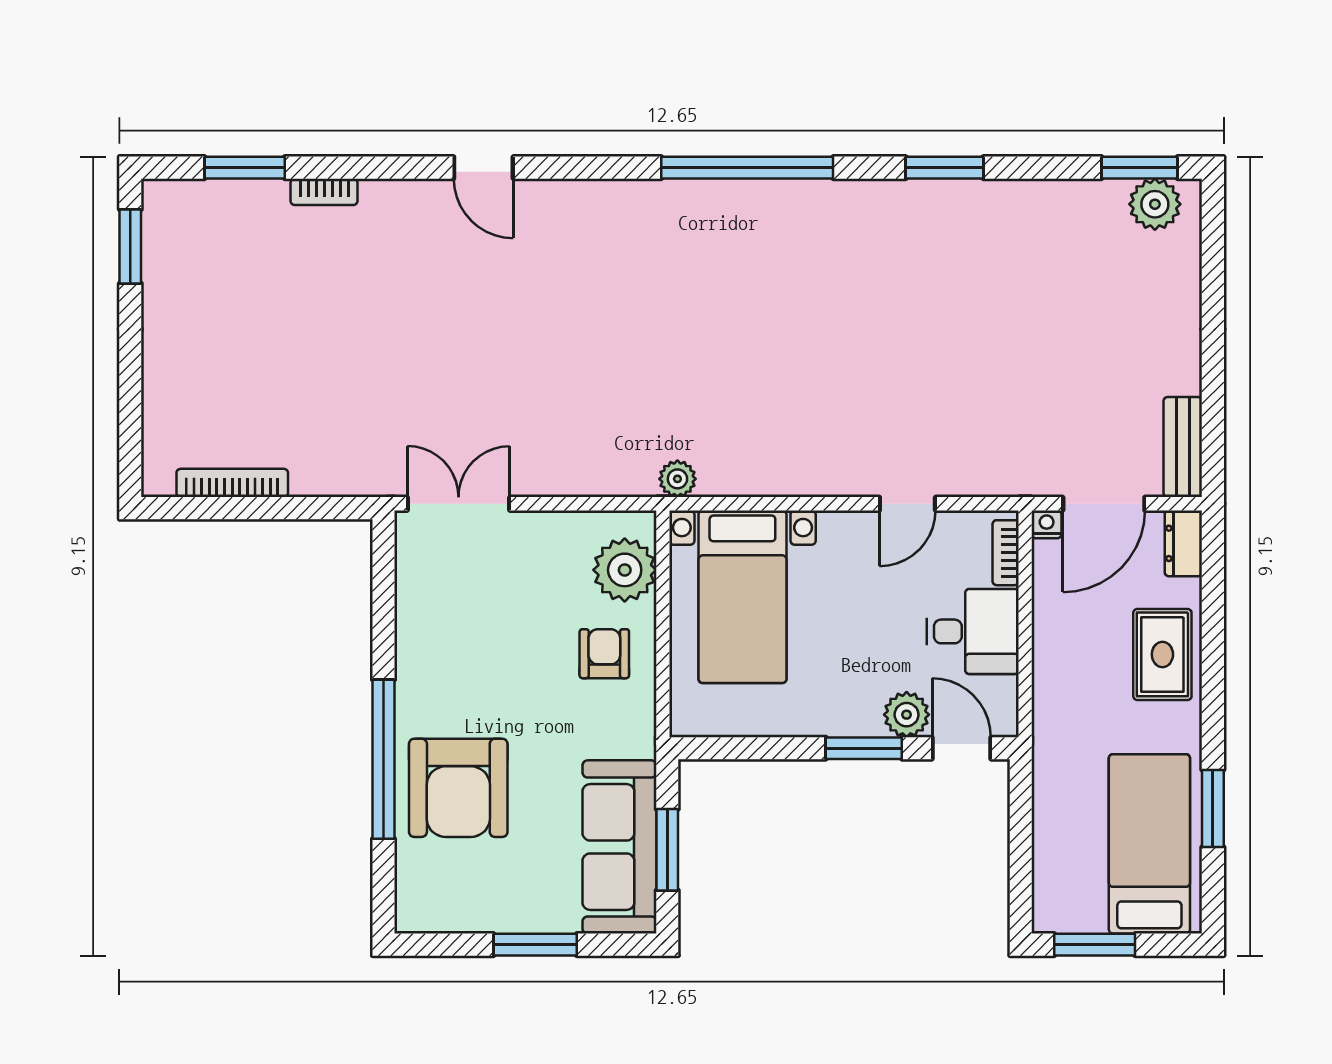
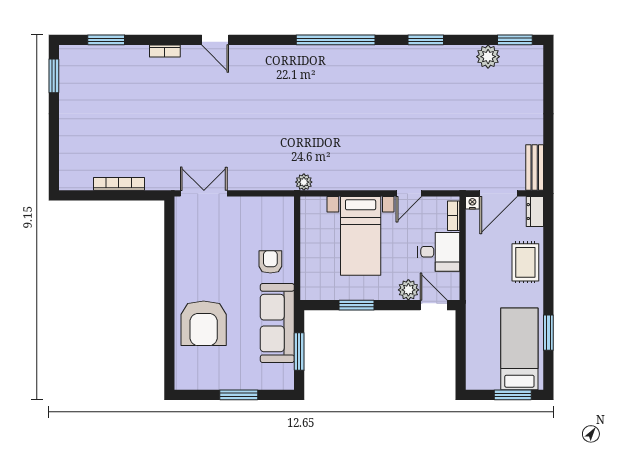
bookcase: (324, 192) -> (165, 51), moved
plant: (1155, 204) -> (488, 57), moved
bookcase: (232, 483) -> (119, 184), moved
plant: (625, 570) -> (280, 224), removed
bed with nightstands: (742, 597) -> (361, 236), moved
window: (864, 748) -> (357, 305), moved
window: (383, 759) -> (169, 310), removed
sofa: (619, 847) -> (277, 323), moved
window: (1095, 945) -> (513, 395), moved

